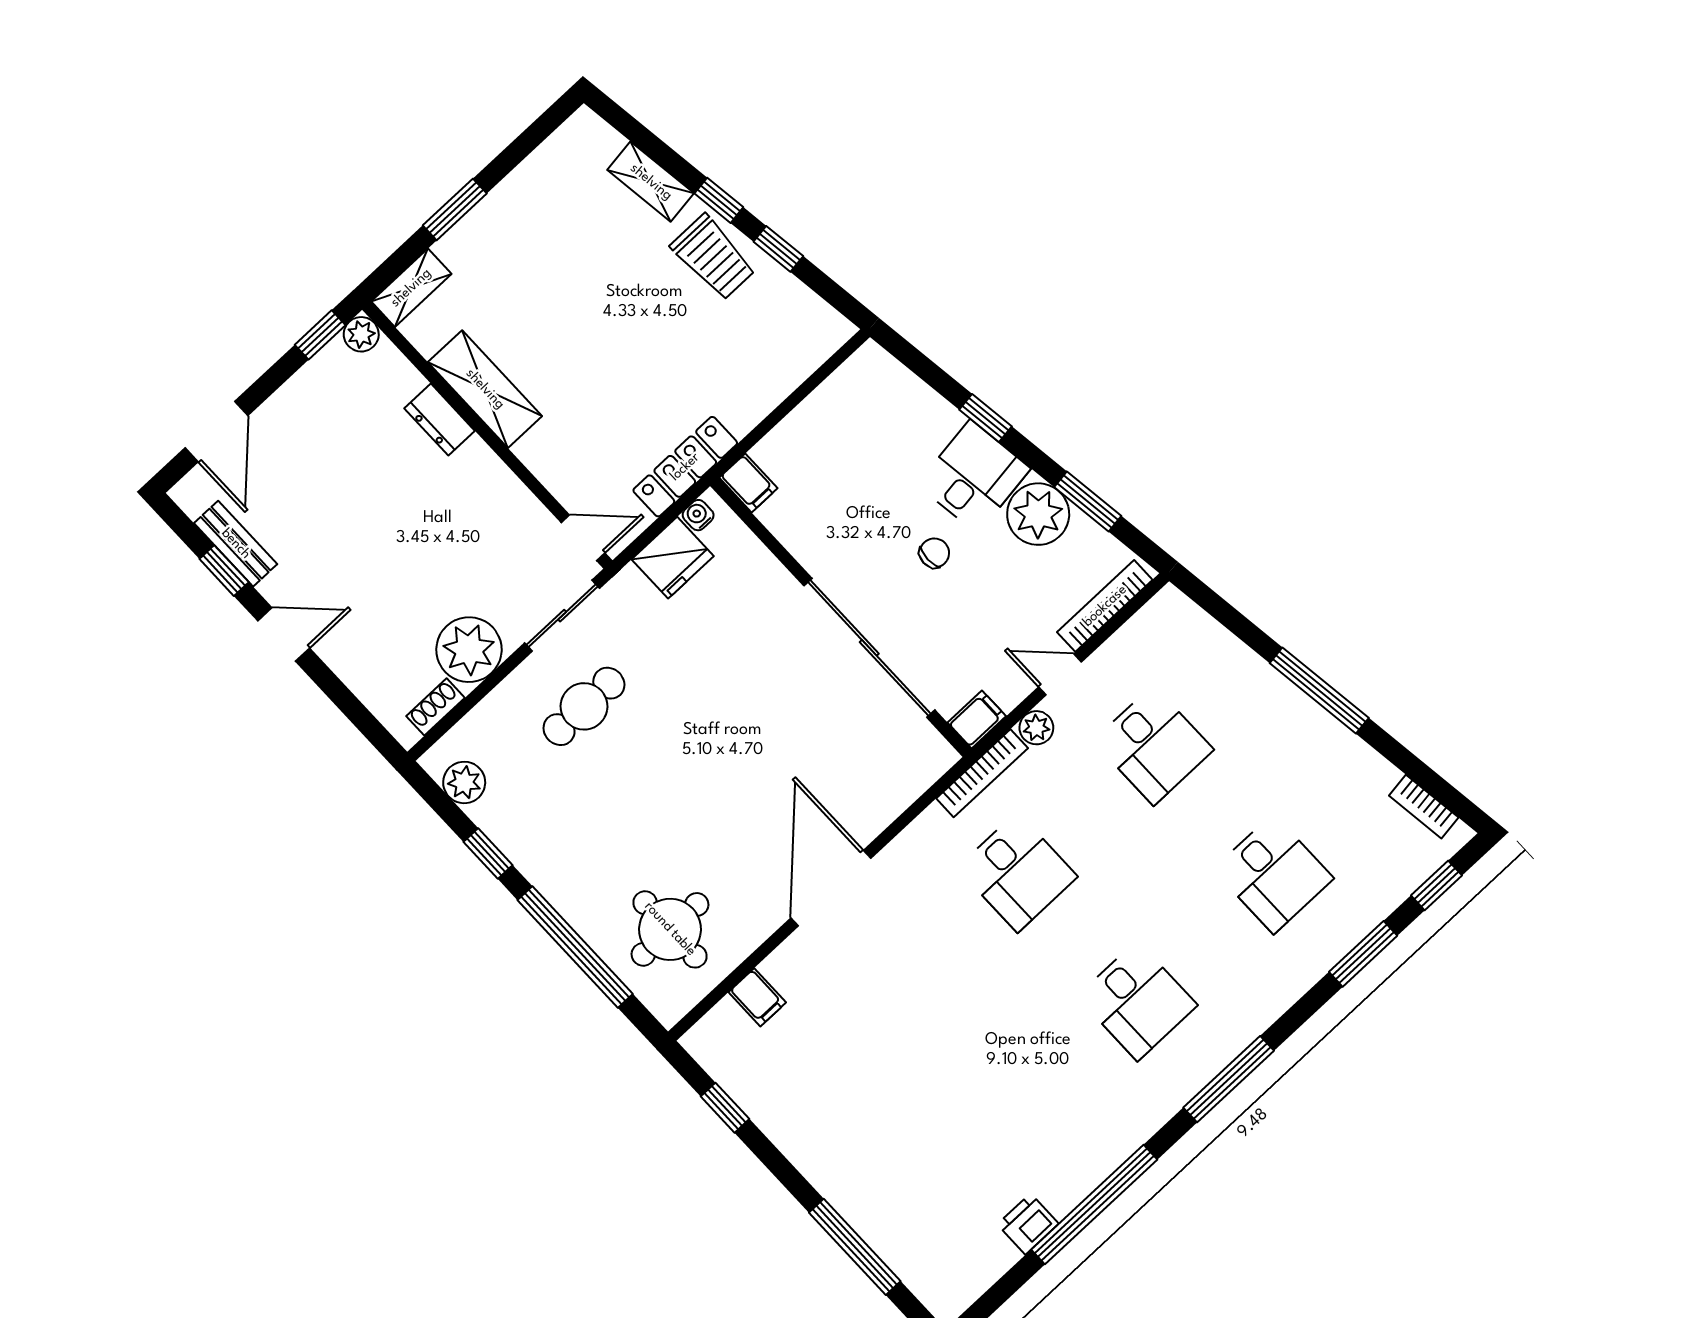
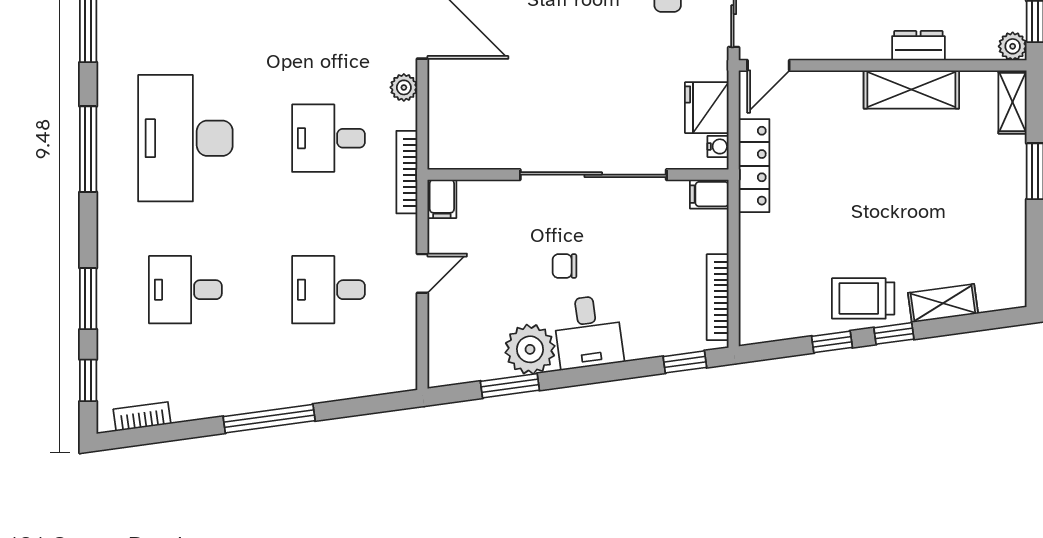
window: (986, 418) -> (685, 362), moved
chair: (934, 553) -> (564, 266), turned 90
bookcase: (1105, 606) -> (718, 297), moved, turned 180
sliding door: (869, 648) -> (593, 175), moved
plant: (1036, 728) -> (404, 87), moved
desk: (1137, 1001) -> (185, 138), width x1.87, depth x1.30

